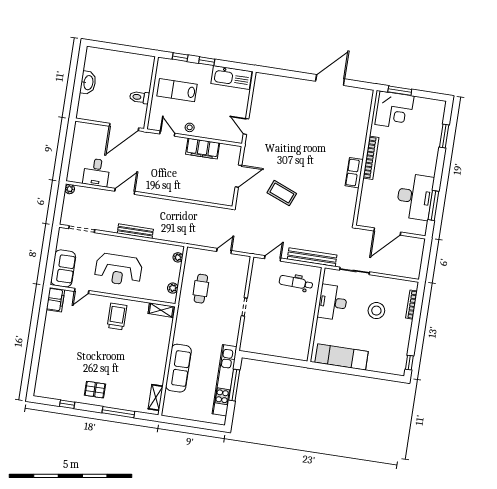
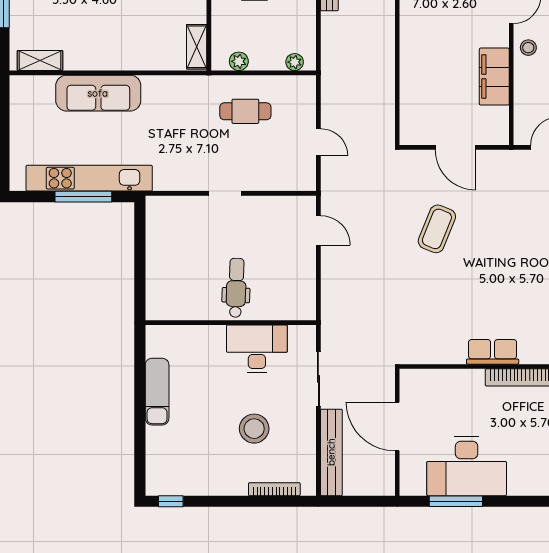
bench: (312, 257) -> (331, 452), moved
dental chair: (296, 283) -> (236, 288), moved
exam couch: (342, 357) -> (157, 392), width x0.73, depth x0.69

